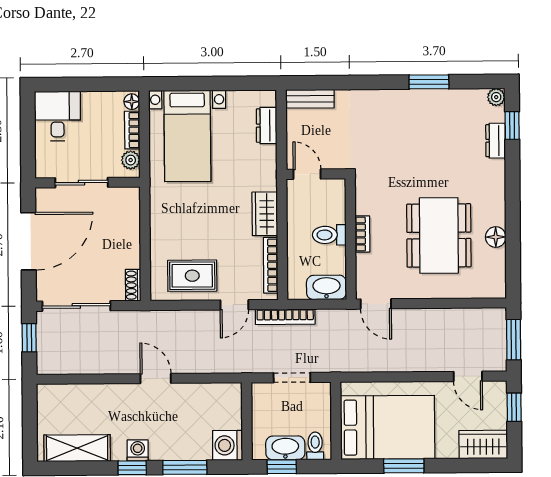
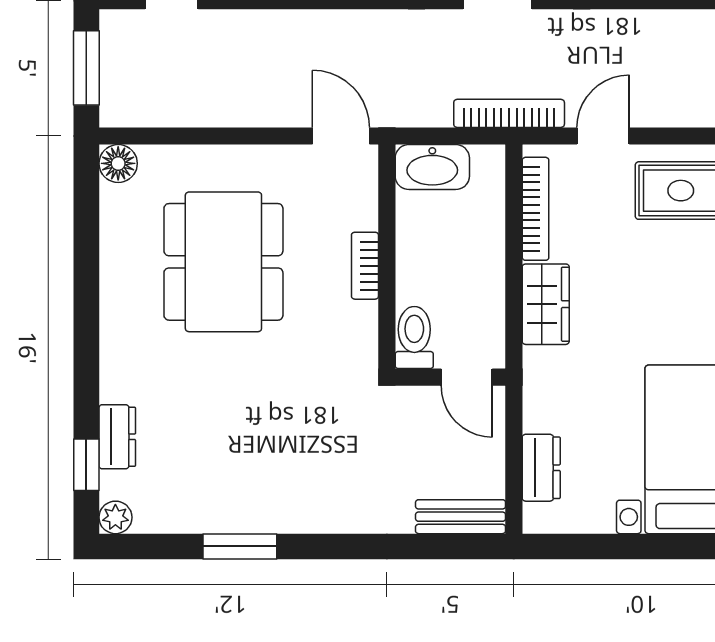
toilet: (329, 235) -> (414, 338), moved, turned -90
floor lamp: (496, 237) -> (118, 163), moved

